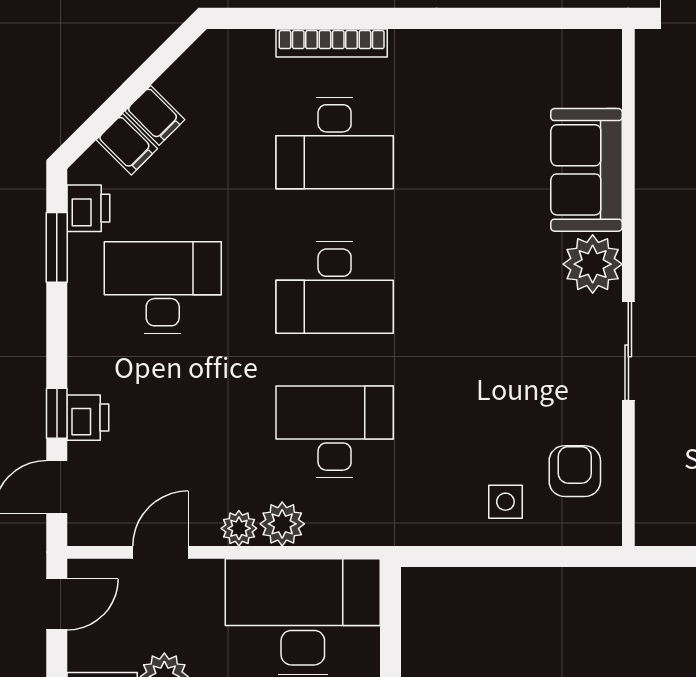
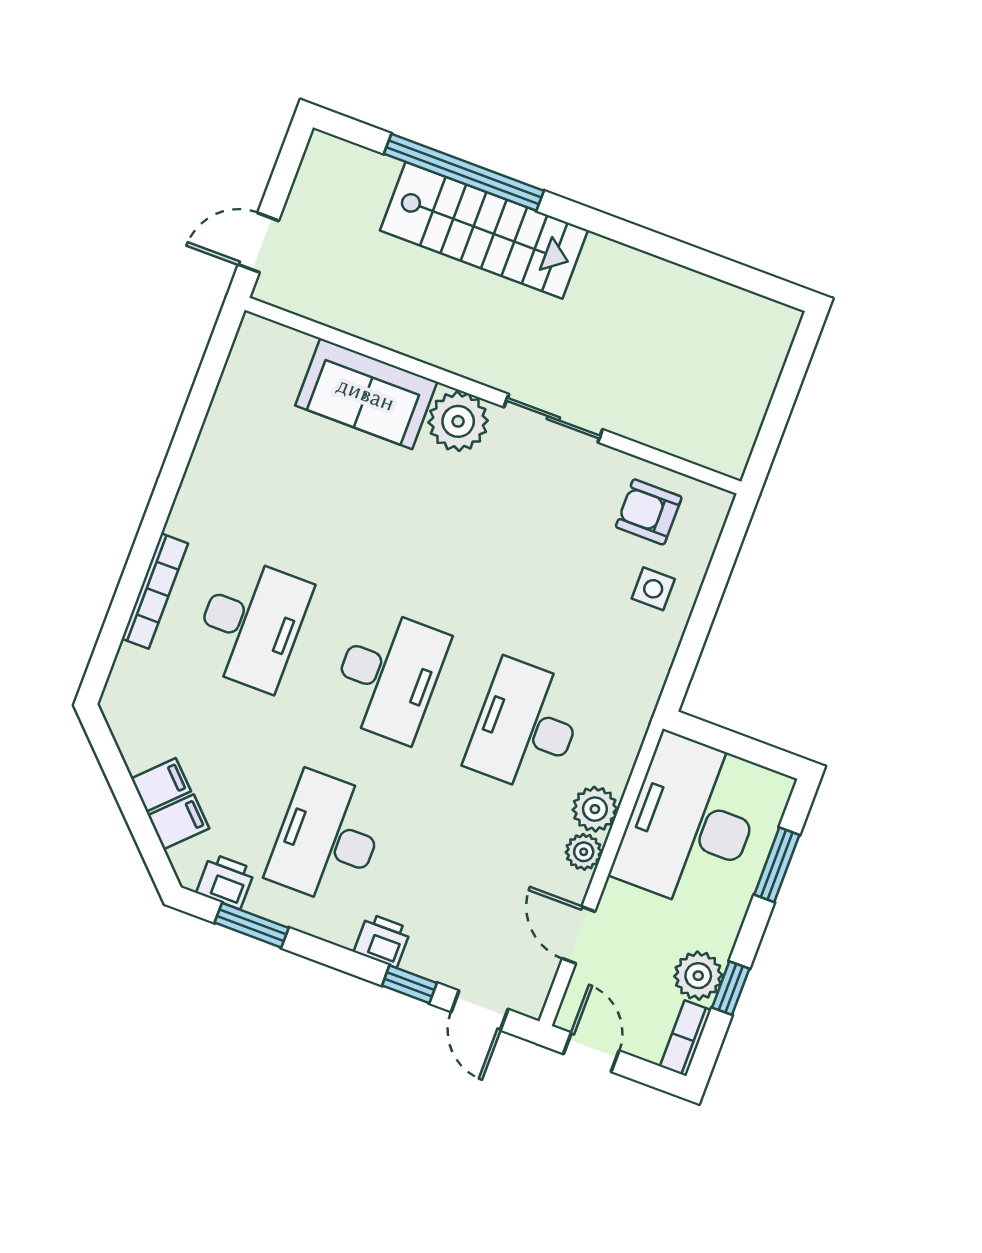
printer: (88, 418) -> (382, 940), moved

